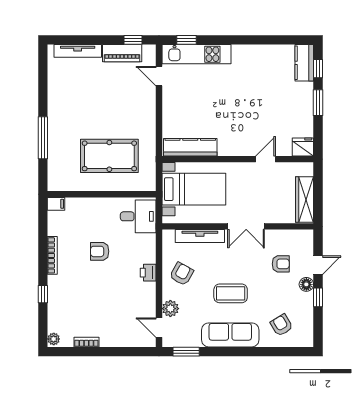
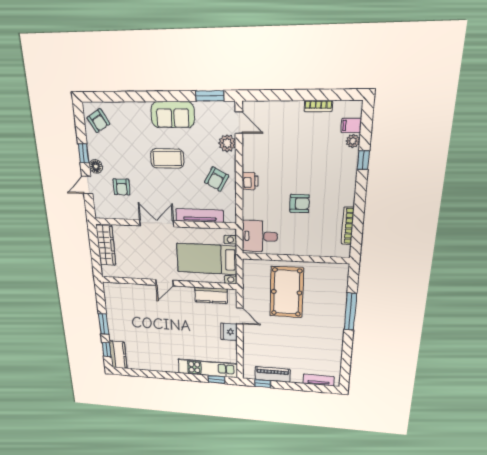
tv unit: (78, 51) -> (319, 380), width x0.71
door: (159, 76) -> (240, 316), moved
kitchen counter: (190, 147) -> (211, 295), width x0.67
fridge: (303, 147) -> (229, 332), moved, turned 90
pool table: (109, 156) -> (287, 292), turned 90
door: (266, 159) -> (165, 283), moved
filing cabinet: (56, 204) -> (351, 125), moved
bookcase: (52, 255) -> (348, 226), moved
armchair: (281, 264) -> (122, 187), turned -90
armchair: (281, 325) -> (98, 121), moved
sofa: (230, 335) -> (173, 115), width x0.73
plant: (54, 339) -> (353, 141), moved

